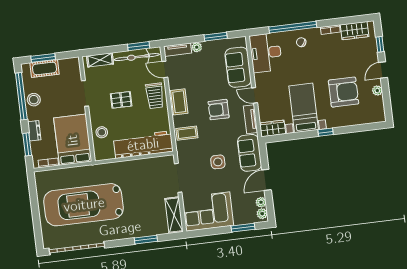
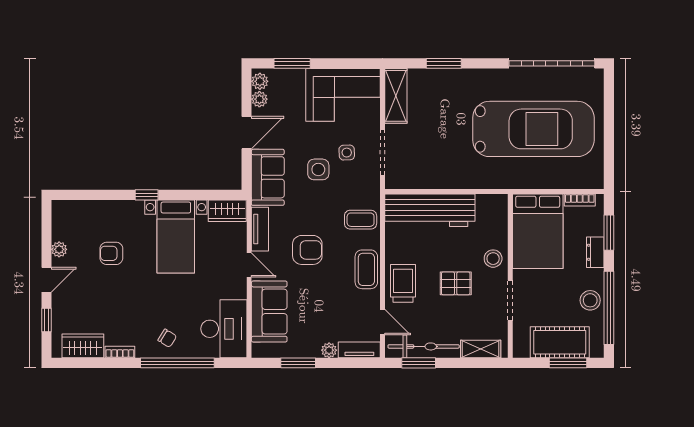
cot: (45, 68) -> (560, 342), width x1.37, depth x1.34
armchair: (344, 92) -> (111, 253), width x0.53, depth x0.53
stool: (102, 132) -> (493, 259), moved
side table: (201, 175) -> (347, 153), added

